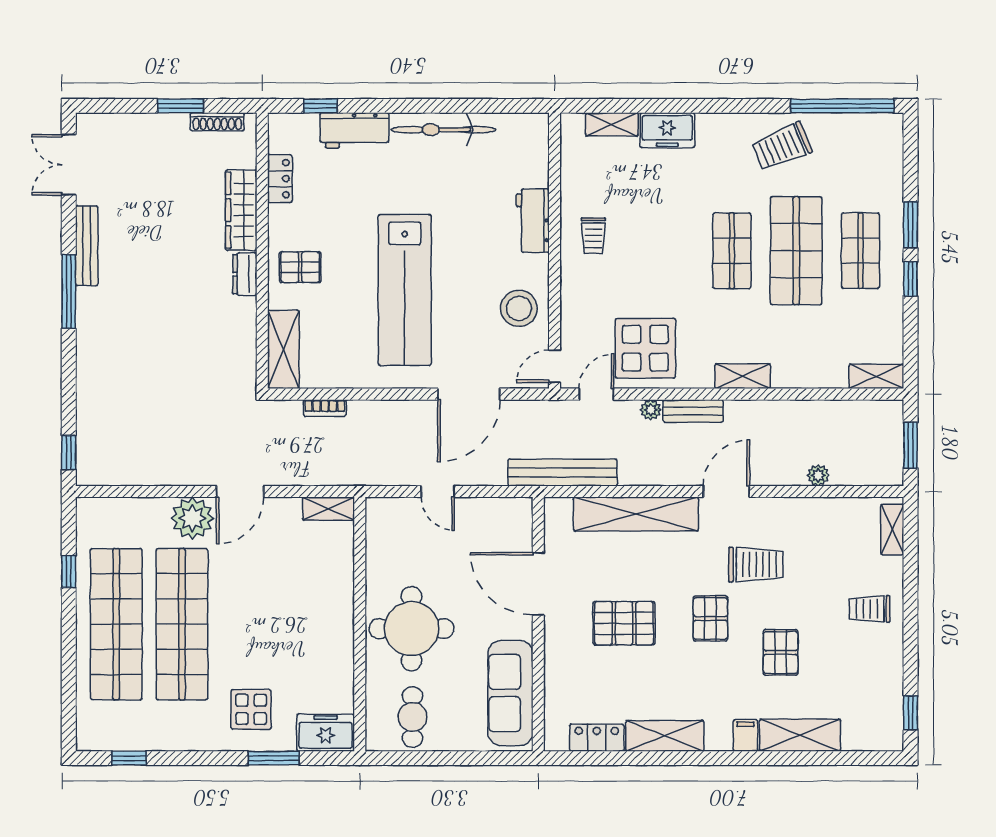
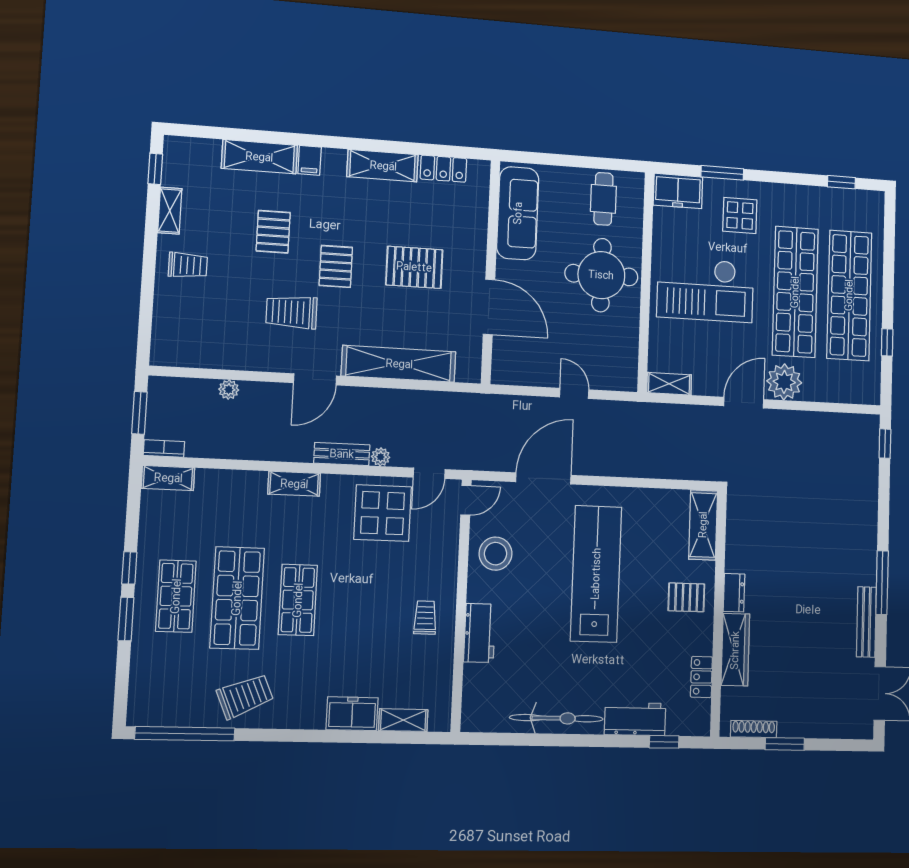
bookcase: (325, 408) -> (164, 449), moved
bench: (563, 473) -> (463, 404), removed
shelving: (892, 530) -> (170, 211), moved
checkout: (289, 620) -> (705, 290), added

